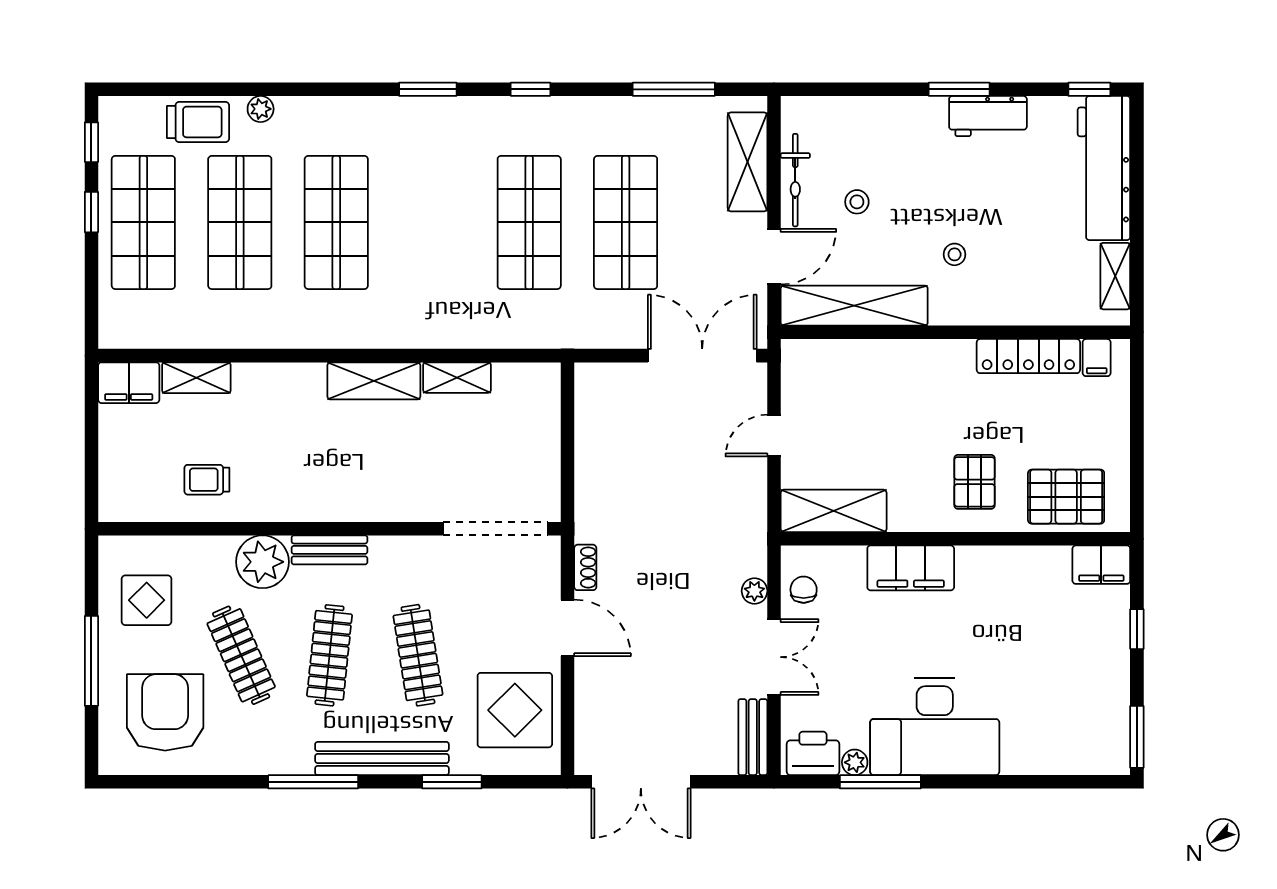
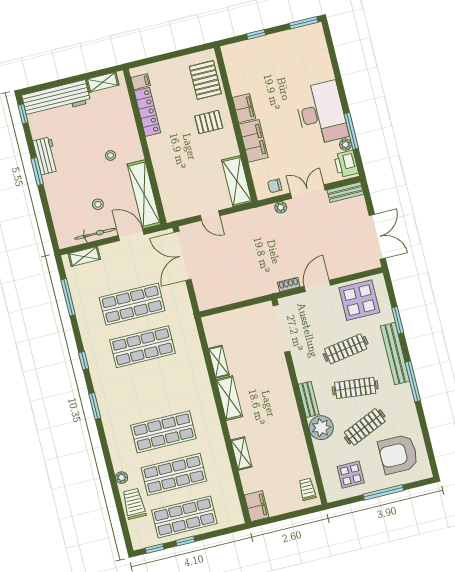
shelving: (748, 162) -> (84, 256), width x0.67, depth x0.75
shelving: (196, 378) -> (241, 453), moved
trolley: (207, 480) -> (307, 489), moved, turned 180
filing cabinet: (1101, 565) -> (244, 108), moved

